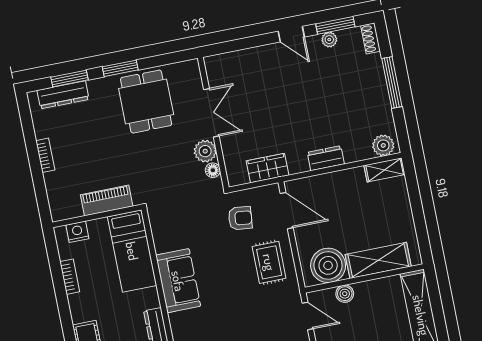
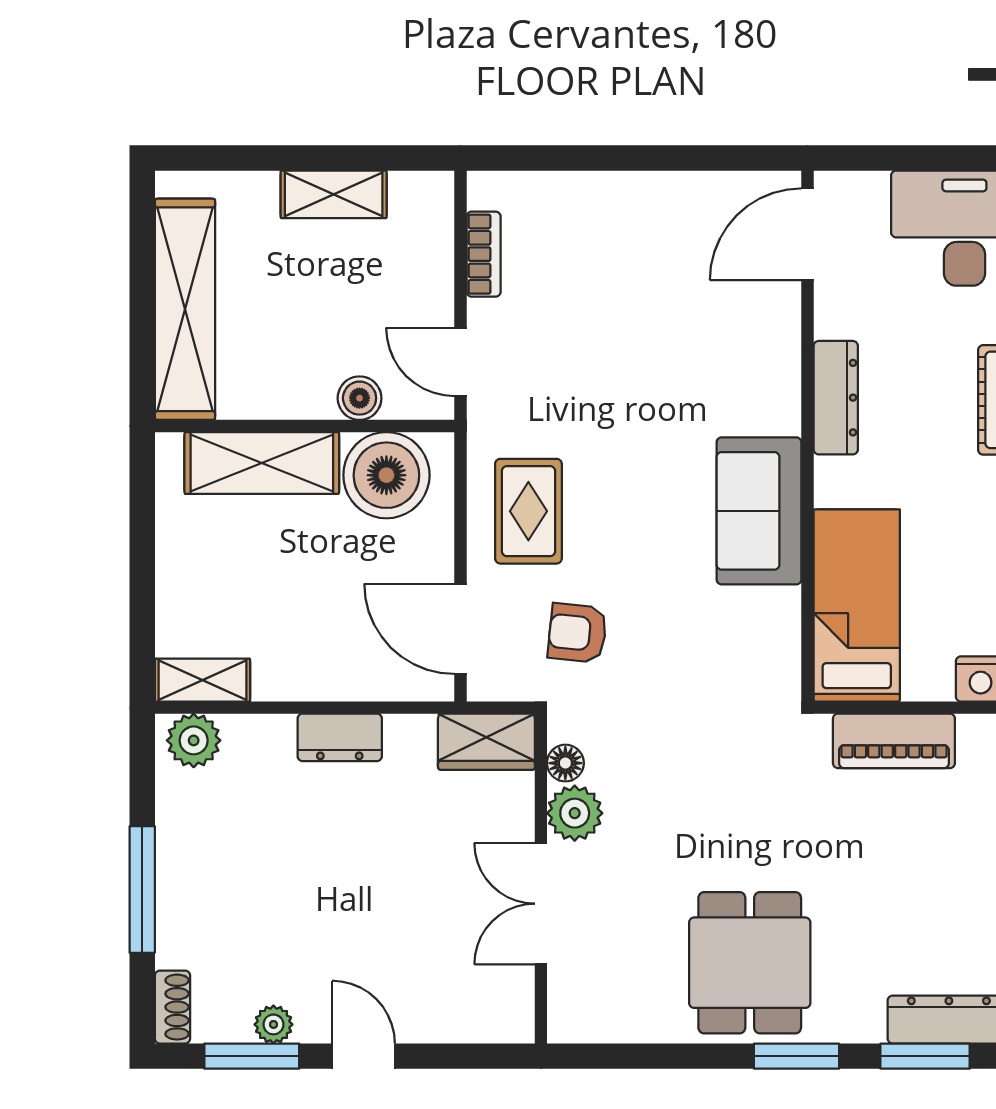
double door: (211, 113) -> (541, 904), moved
wall: (213, 123) -> (541, 879), moved
plant: (205, 151) -> (575, 813), moved
floor lamp: (213, 170) -> (565, 763), moved

